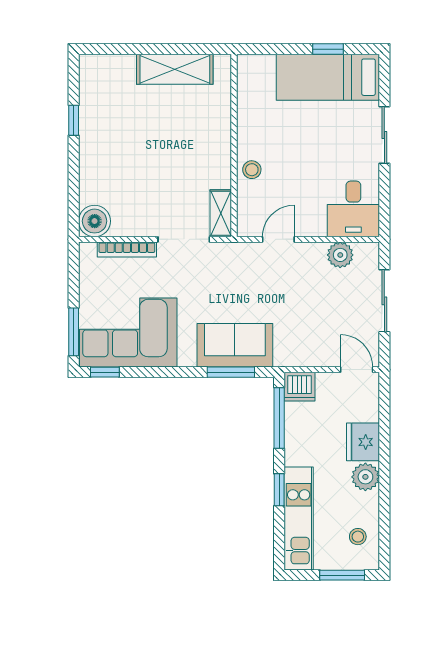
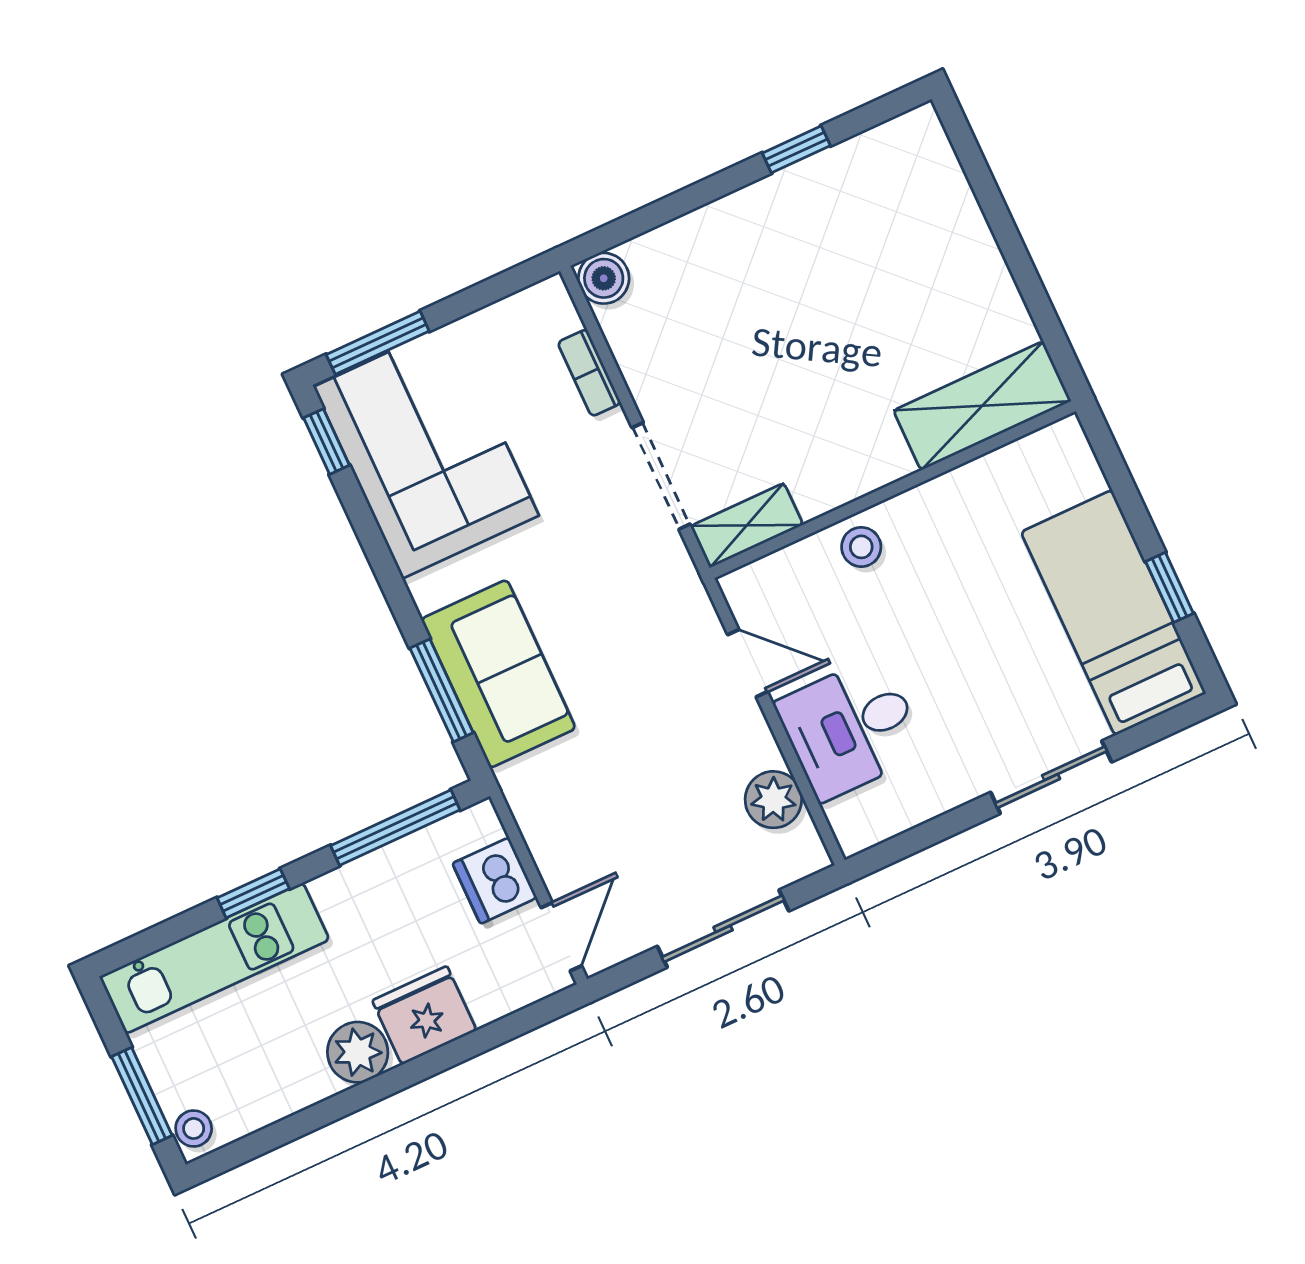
shelving: (175, 69) -> (982, 406), moved, turned 90
desk: (353, 209) -> (851, 728), moved
boiler: (95, 221) -> (604, 278), width x0.73, depth x0.73
bookcase: (127, 249) -> (589, 373), width x0.64
dishwasher: (300, 387) -> (495, 881), moved
stool: (358, 537) -> (194, 1128), moved

